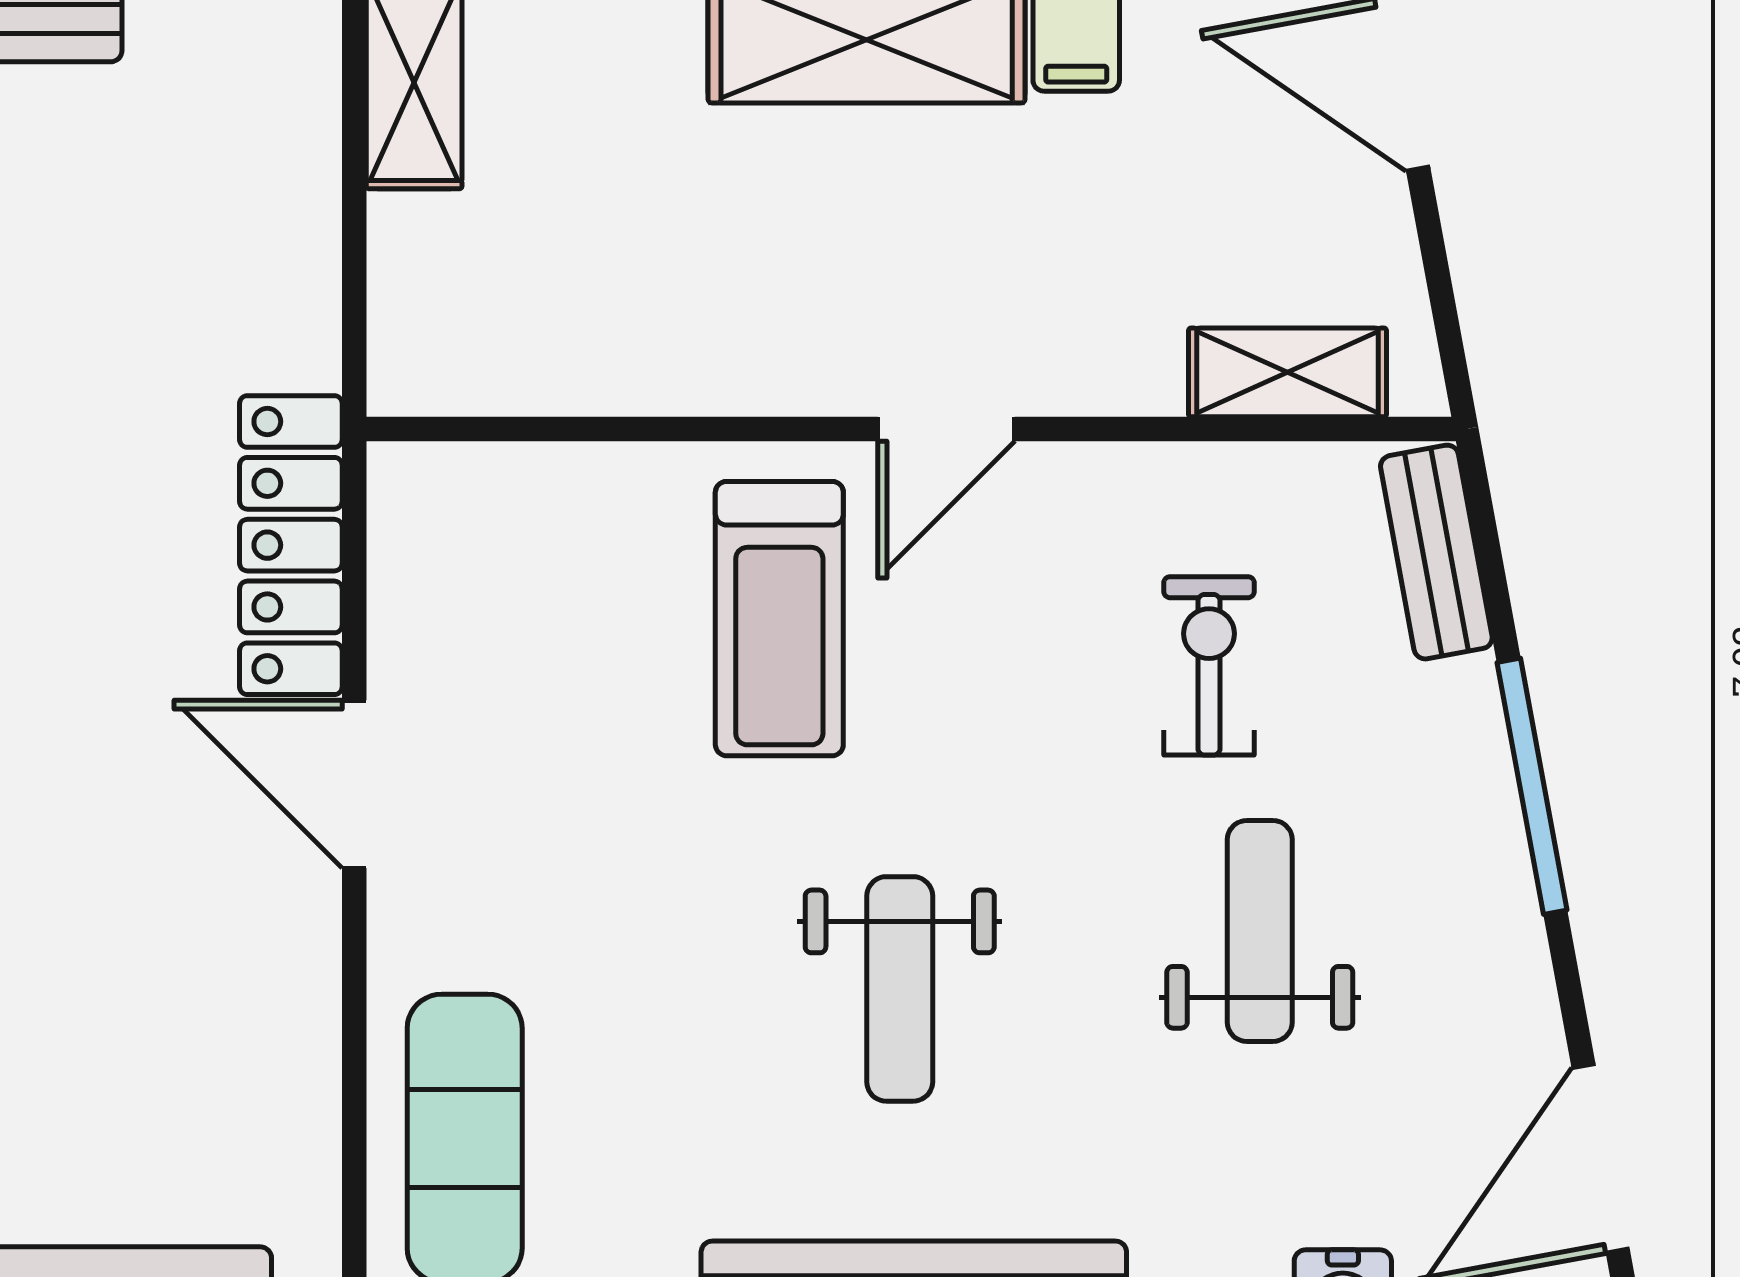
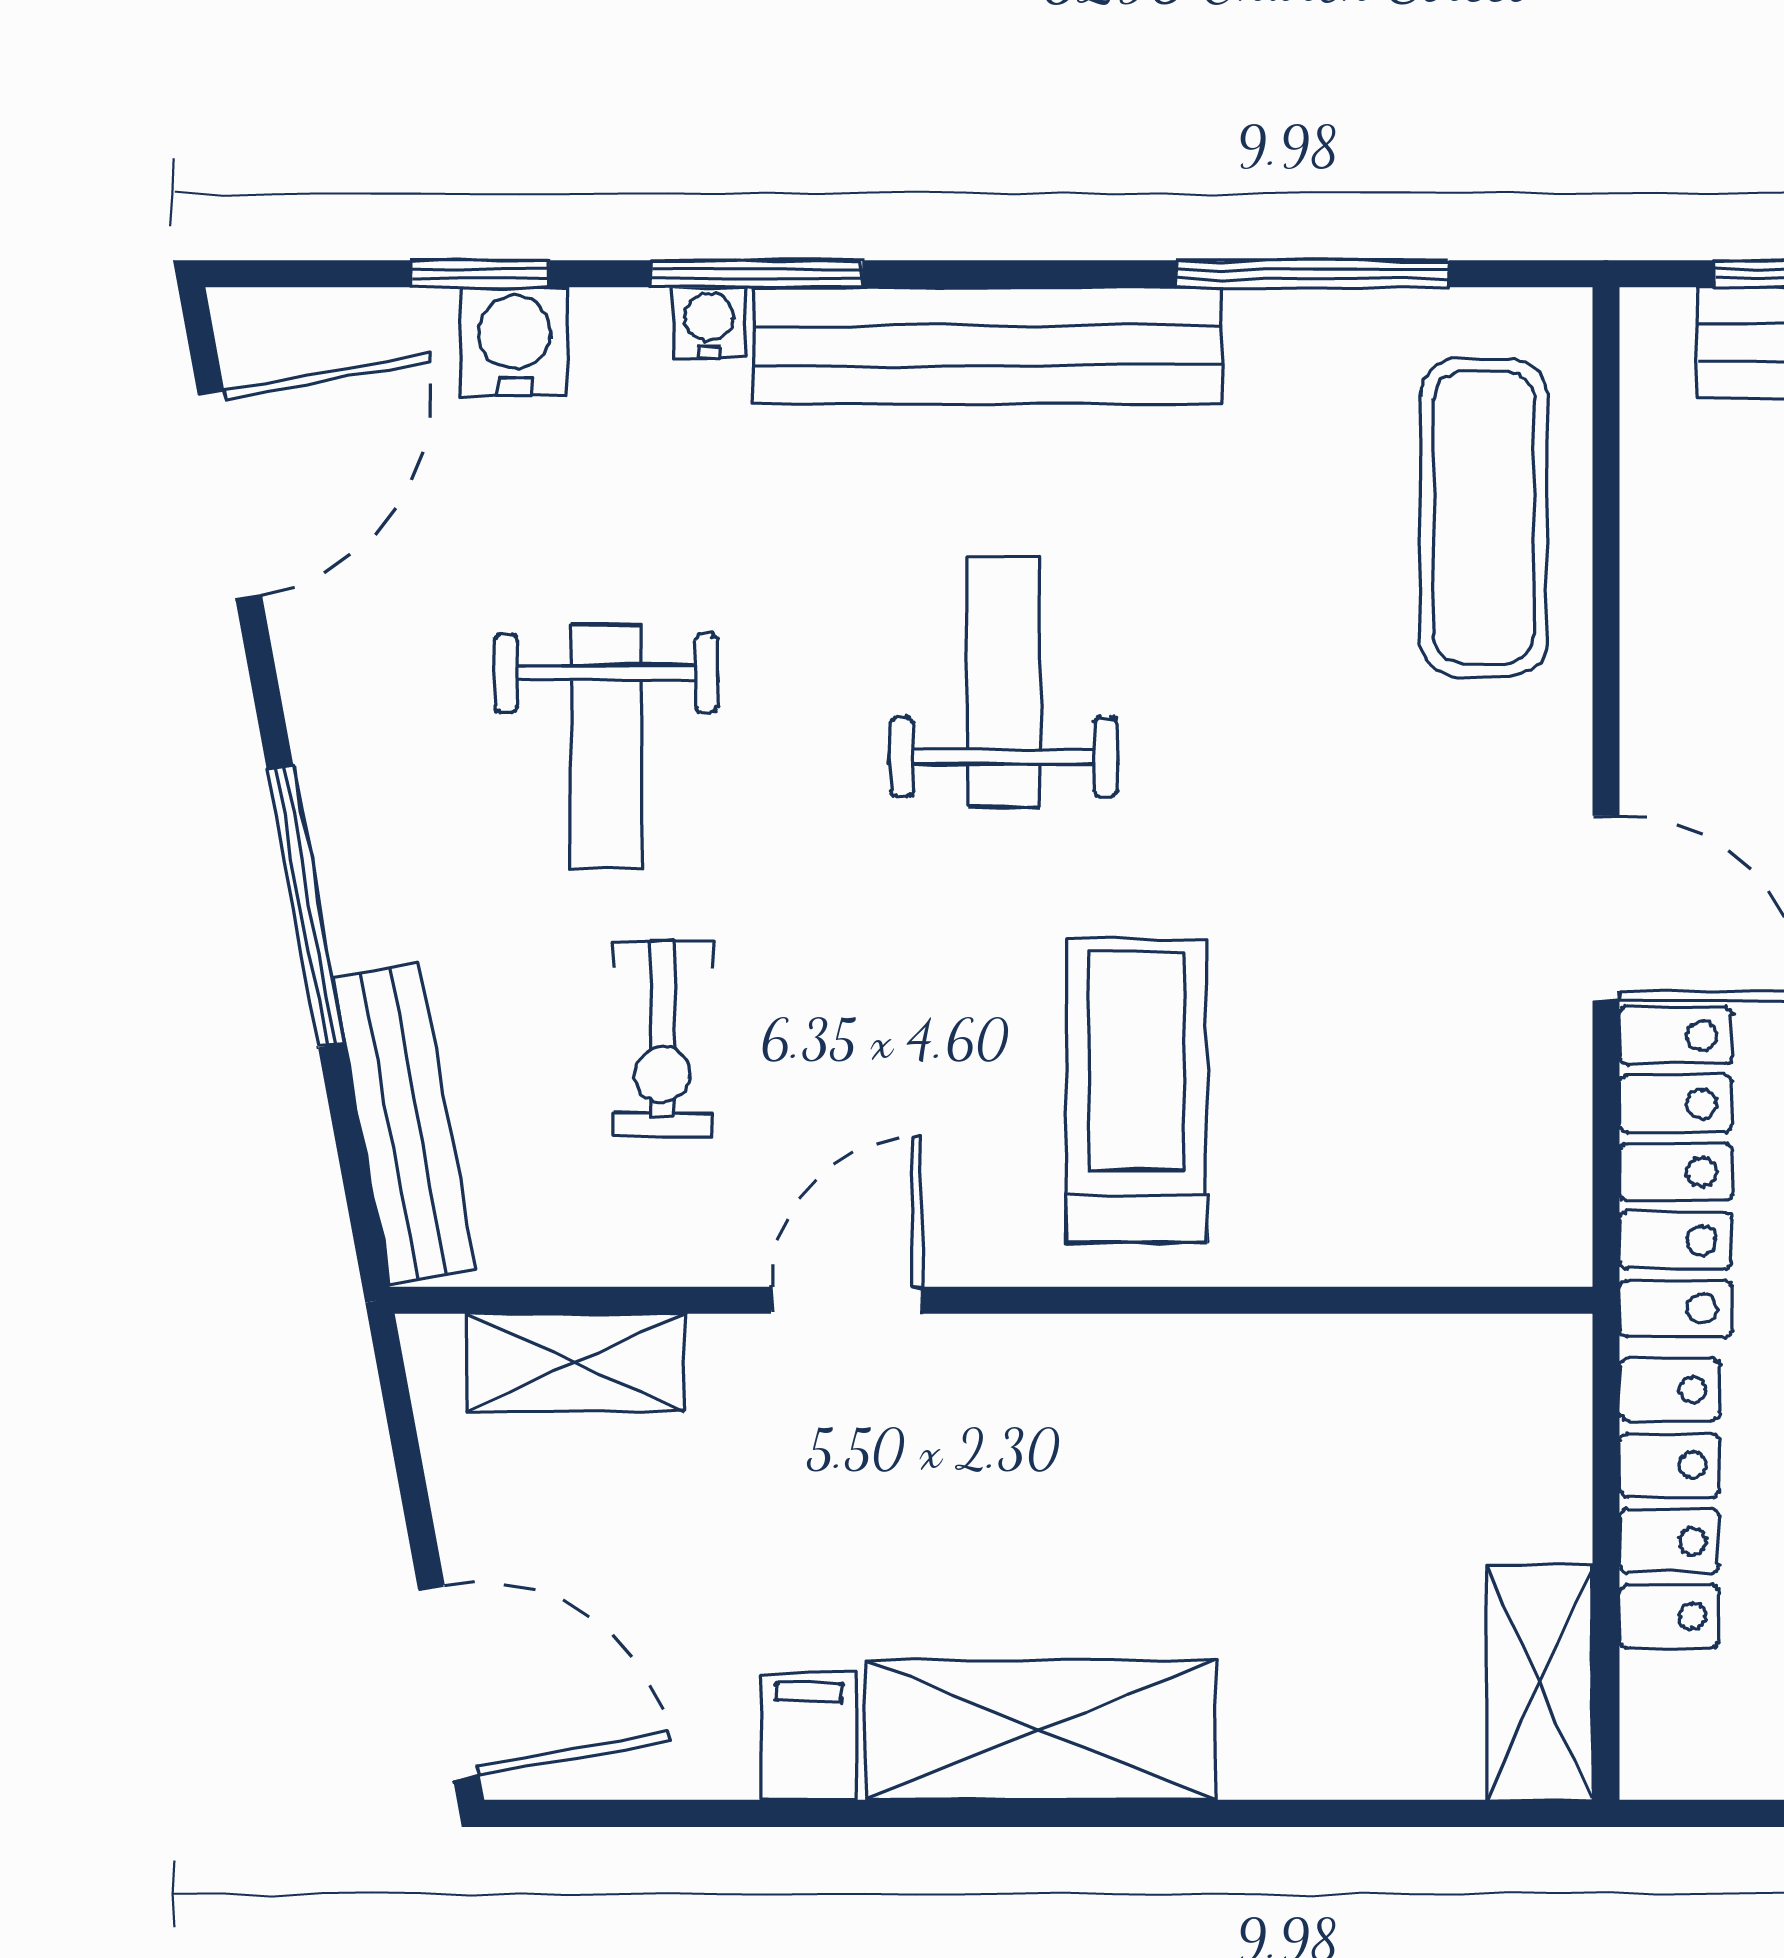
locker: (297, 245) -> (1669, 1503), added
door: (946, 429) -> (846, 1300), moved
bench: (1436, 552) -> (404, 1124), width x1.36

